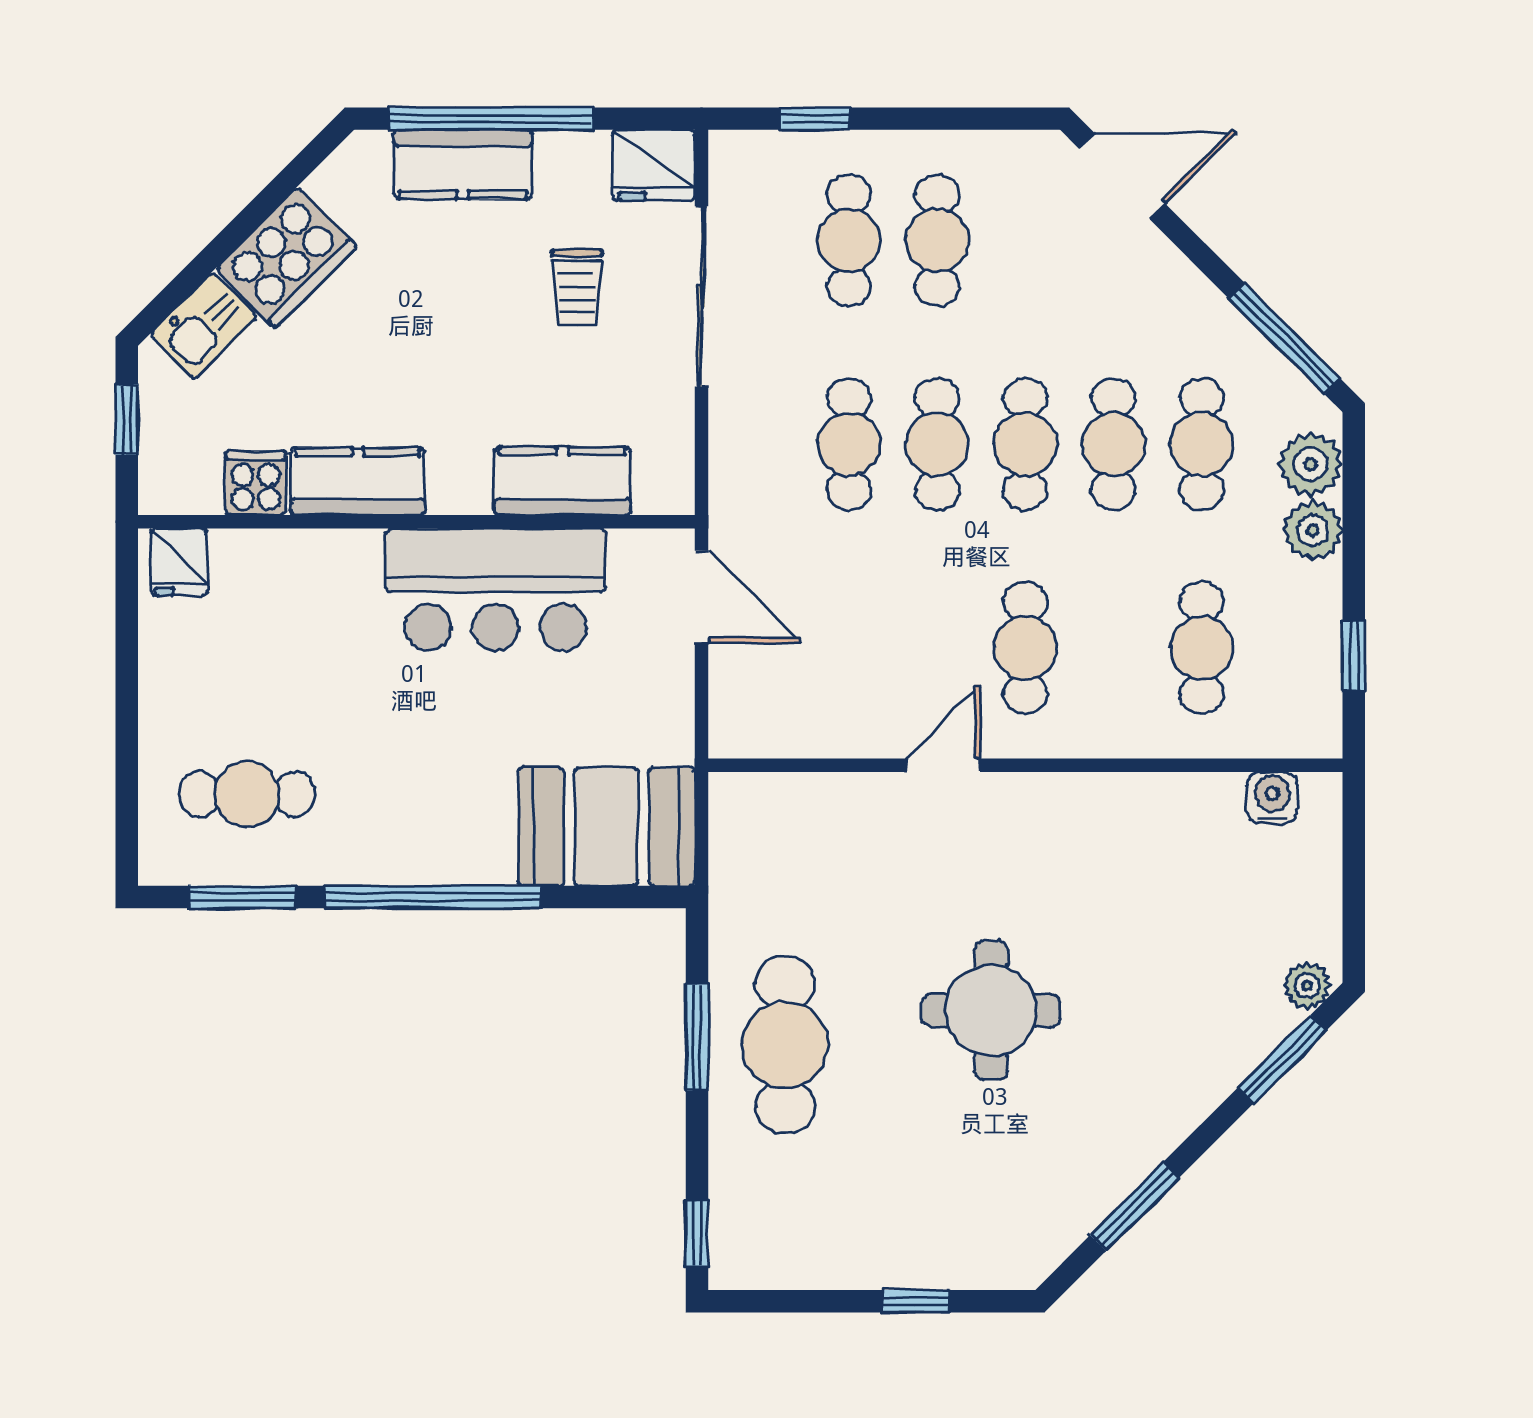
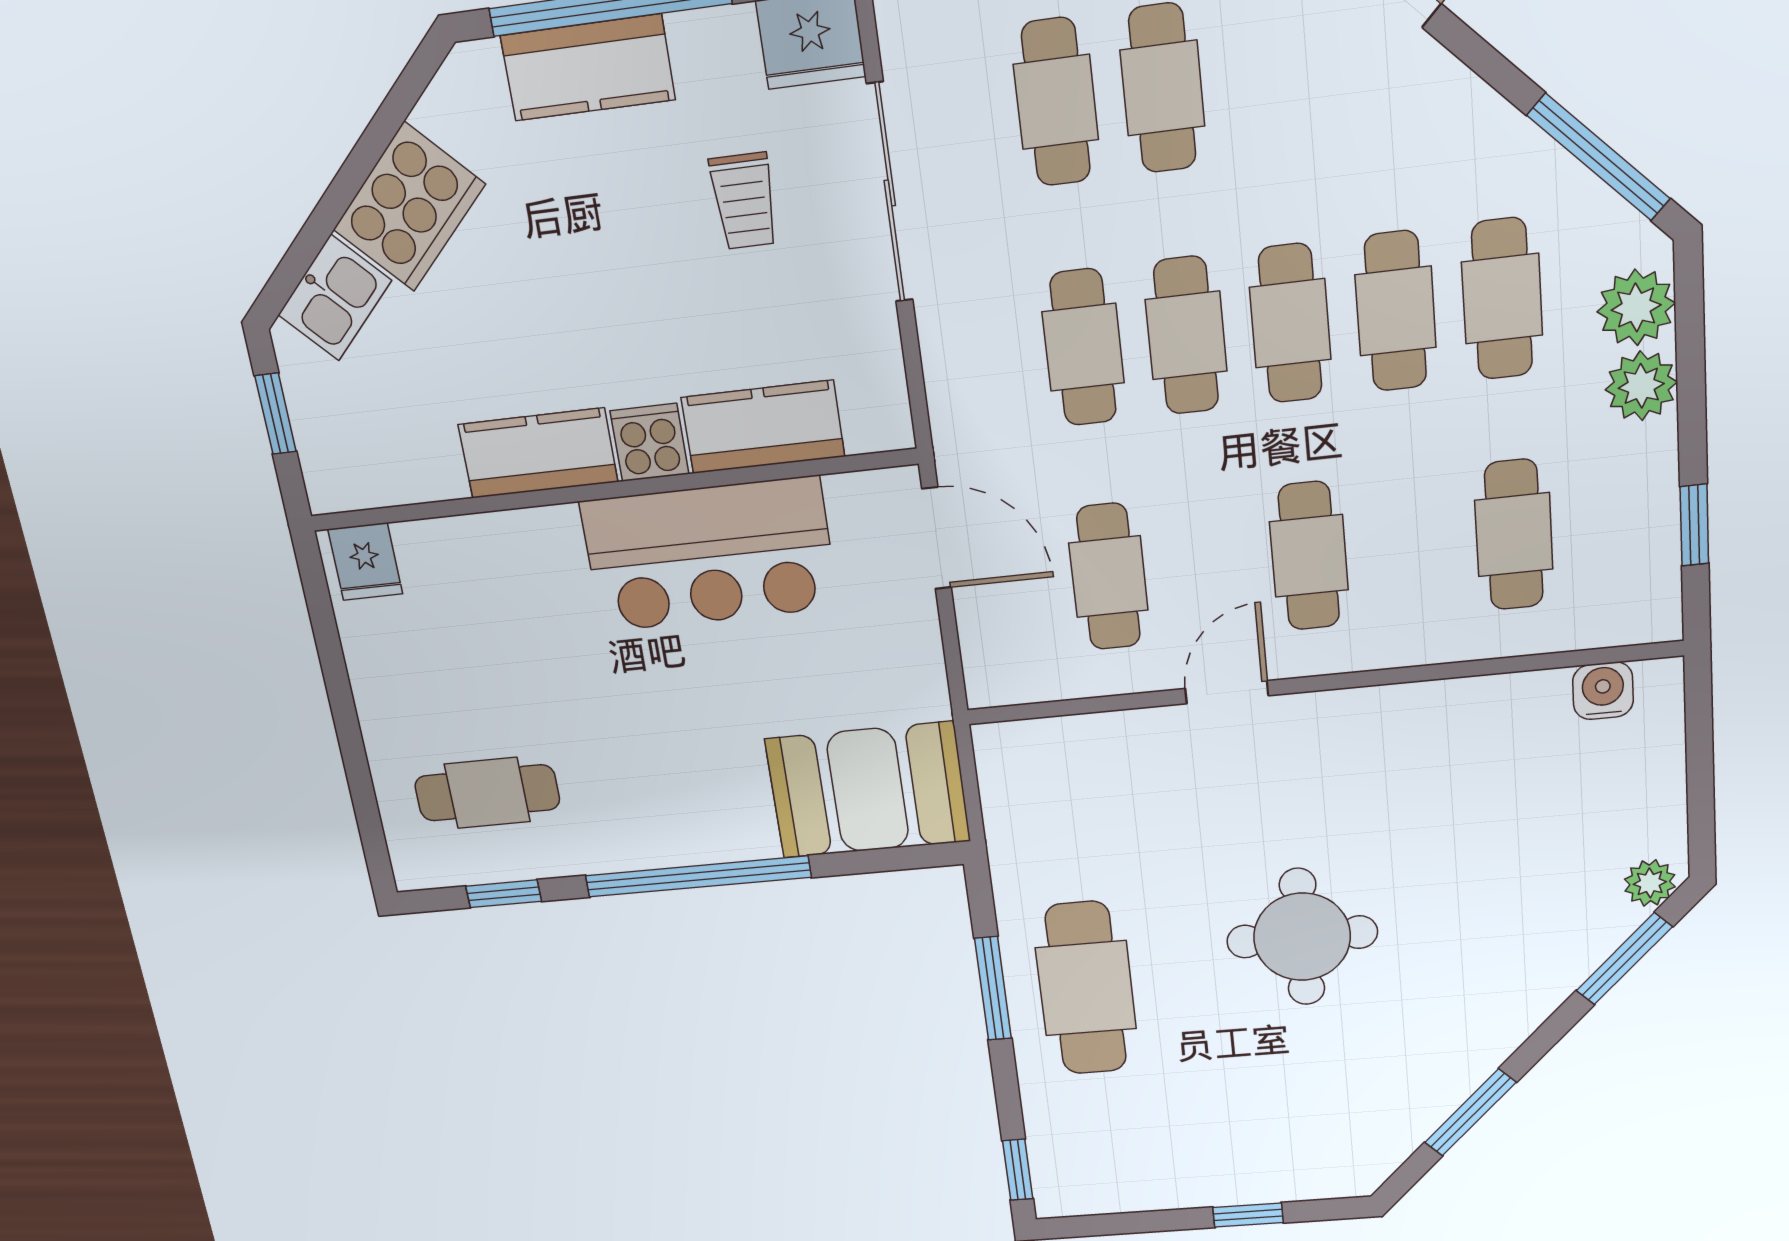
cooker: (256, 483) -> (650, 442), moved
cafe table: (849, 648) -> (1108, 577), added
window: (242, 897) -> (504, 894), width x0.67

